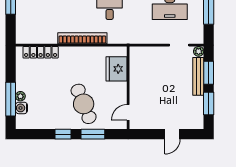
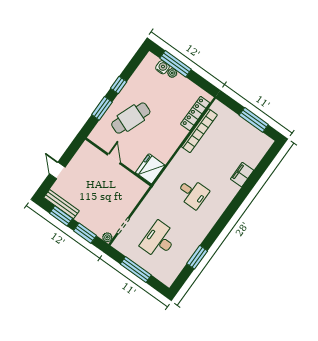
bookcase: (82, 38) -> (199, 131), moved
fridge: (117, 69) -> (150, 169), moved, turned -90
bench: (198, 76) -> (62, 204), moved
cafe table: (84, 104) -> (131, 118), turned -47
door: (128, 112) -> (114, 159), moved

